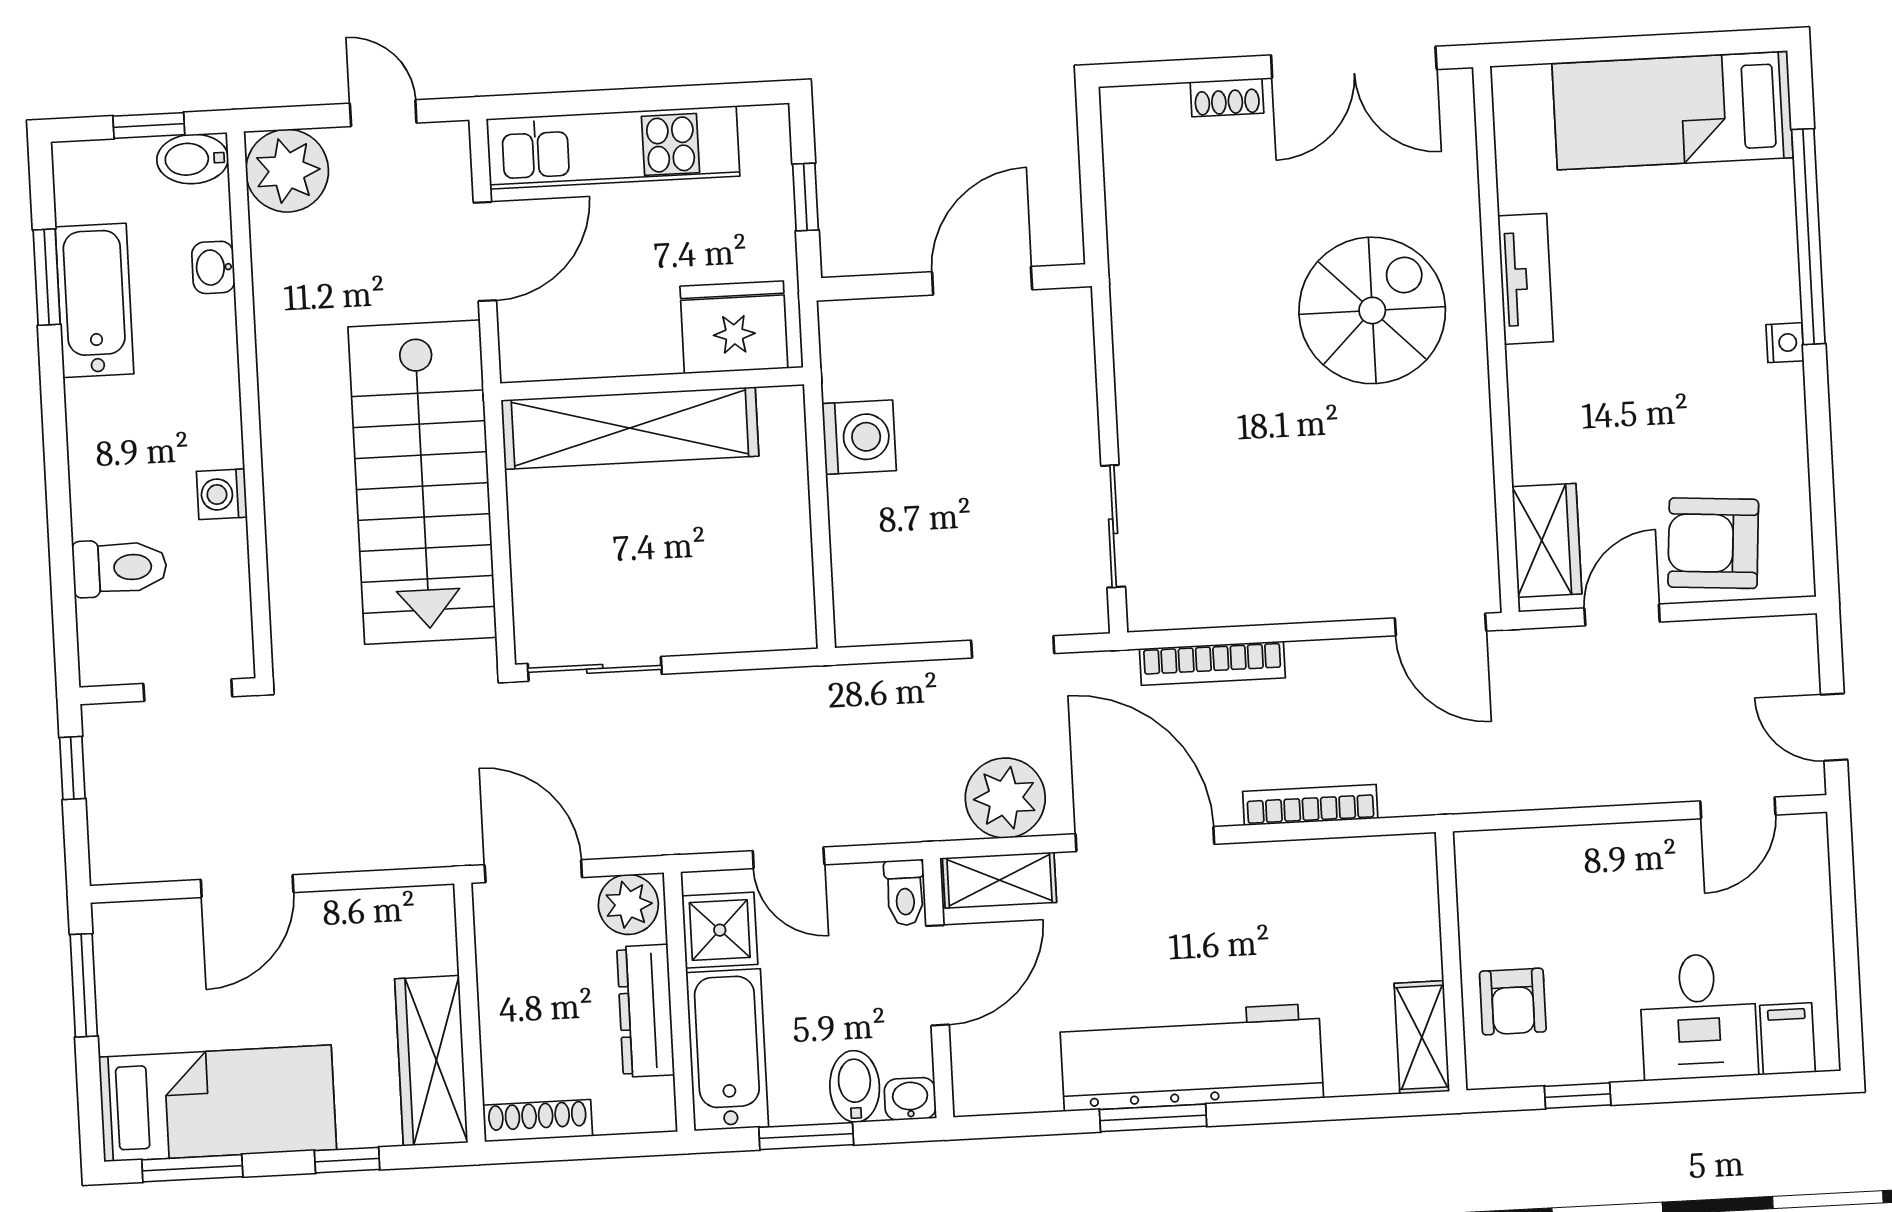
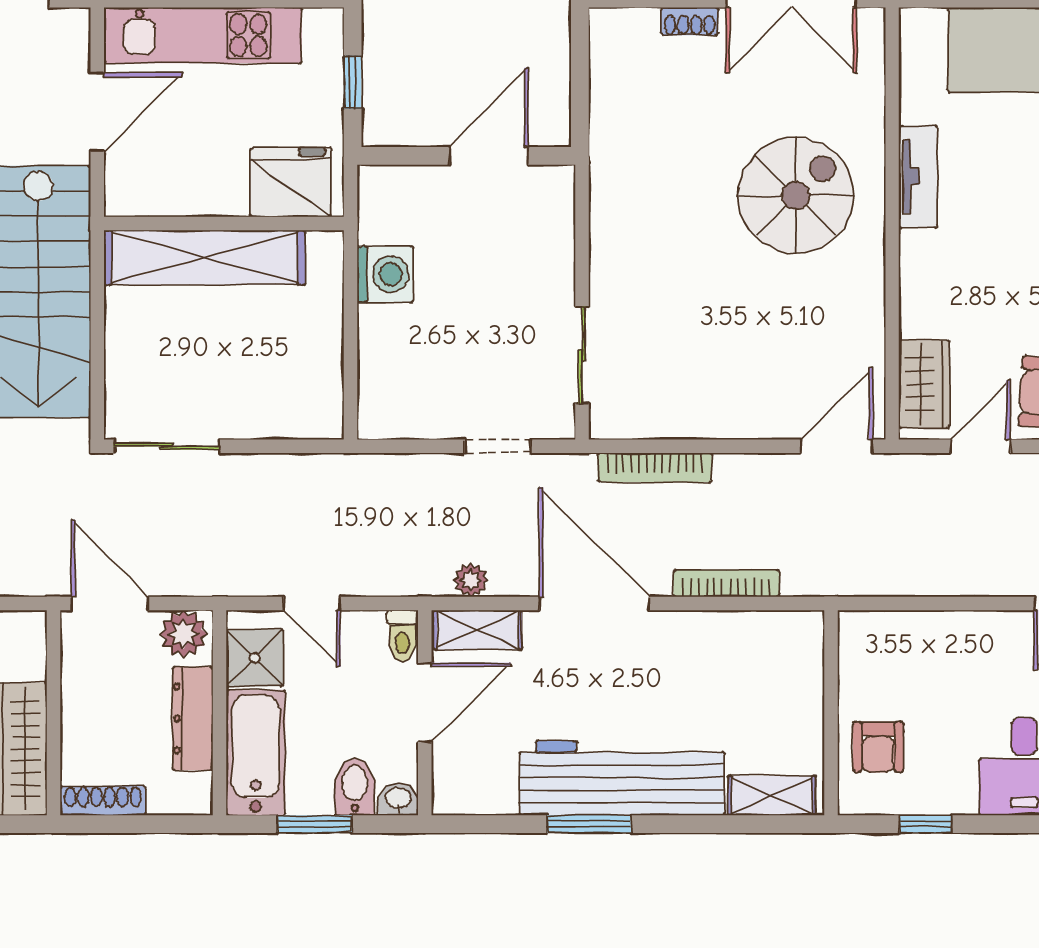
door: (1440, 624) -> (837, 446), swing flipped
plant: (1005, 798) -> (471, 580), width x0.53, depth x0.53
shelving: (1422, 1037) -> (772, 796), moved, turned 90

